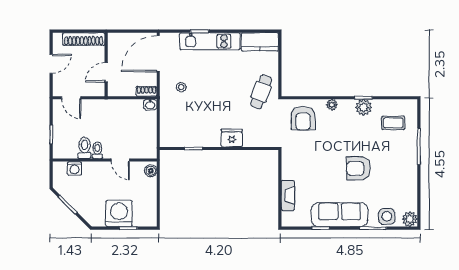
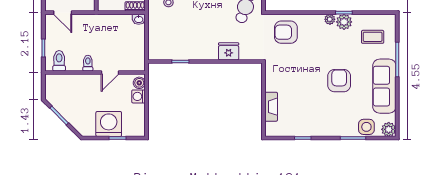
plant: (332, 105) -> (330, 19), moved
armchair: (303, 118) -> (286, 32), turned 90
fridge: (232, 138) -> (229, 51), moved
toilet: (85, 148) -> (59, 61), moved
door: (120, 160) -> (110, 73), hinge flipped
washing machine: (75, 168) -> (138, 96), moved, turned 90
armchair: (358, 168) -> (339, 81), turned 90
sofa: (340, 215) -> (384, 86), moved, turned -90

